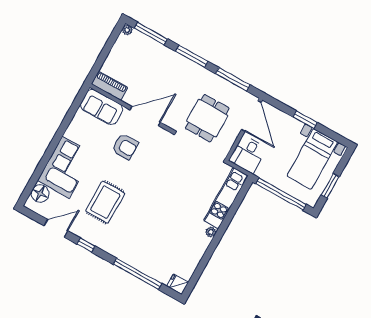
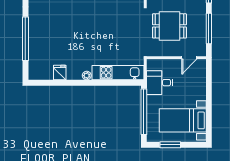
door: (251, 116) -> (189, 58), width x0.53
window: (305, 120) -> (209, 99), removed
desk: (248, 154) -> (160, 83), moved
fridge: (178, 284) -> (60, 73), moved

